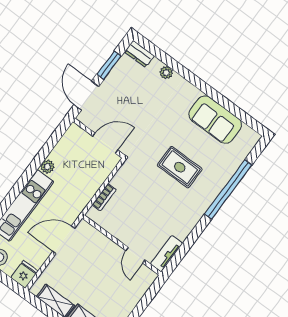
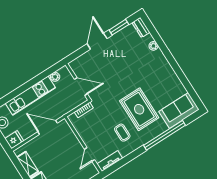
sofa: (215, 120) -> (179, 110), moved, turned 90
wall: (99, 138) -> (78, 82), moved
door: (105, 143) -> (81, 87), moved
rug: (180, 167) -> (139, 109), width x1.36, depth x1.43
coffee table: (169, 208) -> (122, 133), added

